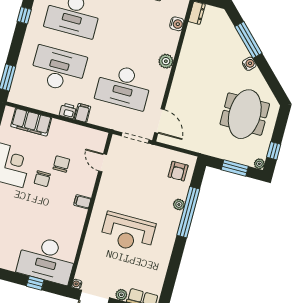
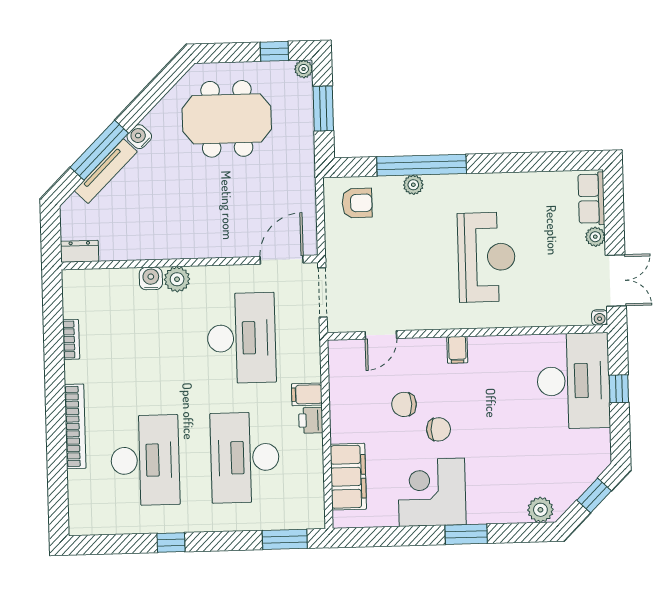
water cooler: (177, 24) -> (151, 278), moved
tv unit: (236, 40) -> (106, 171), added

